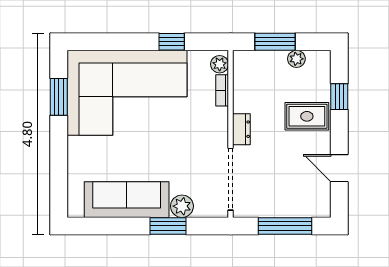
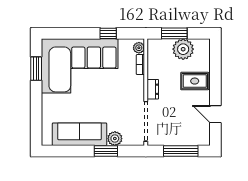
plant: (296, 59) -> (183, 49), width x1.88, depth x1.88
window: (339, 97) -> (215, 68), removed

